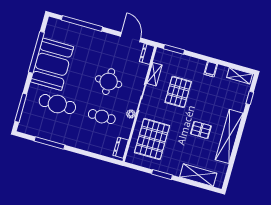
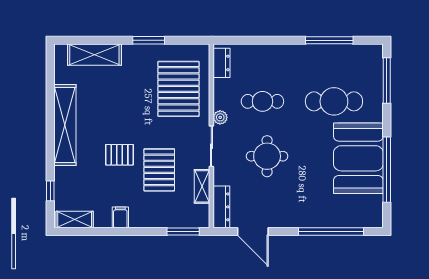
dresser: (147, 54) -> (221, 207), width x1.44
pallet: (201, 130) -> (120, 155), moved

